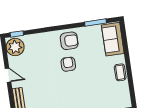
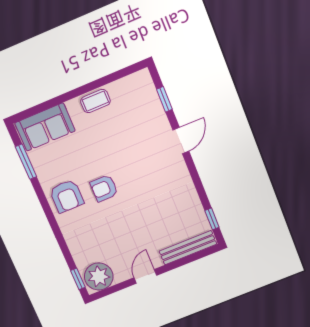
armchair: (69, 41) -> (67, 196), turned 180

